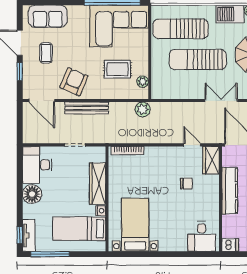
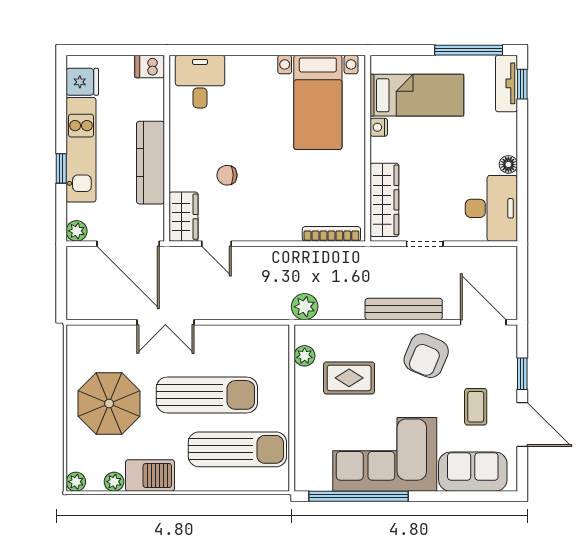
corner sofa: (119, 26) -> (385, 454), moved
wardrobe: (97, 184) -> (384, 200), moved
floor lamp: (32, 194) -> (508, 164), width x0.53, depth x0.53

